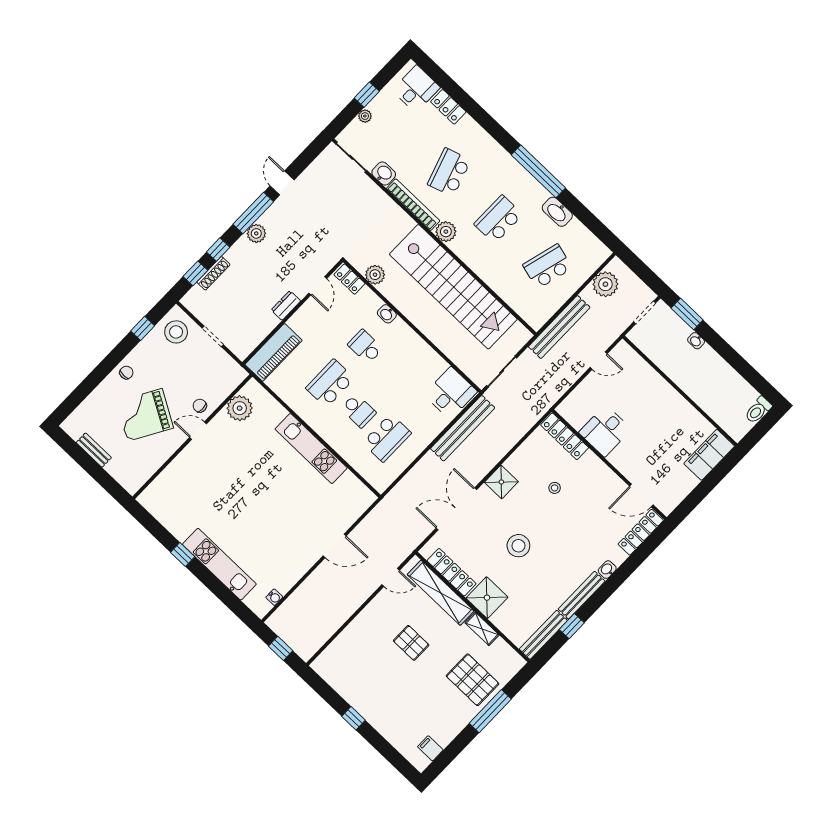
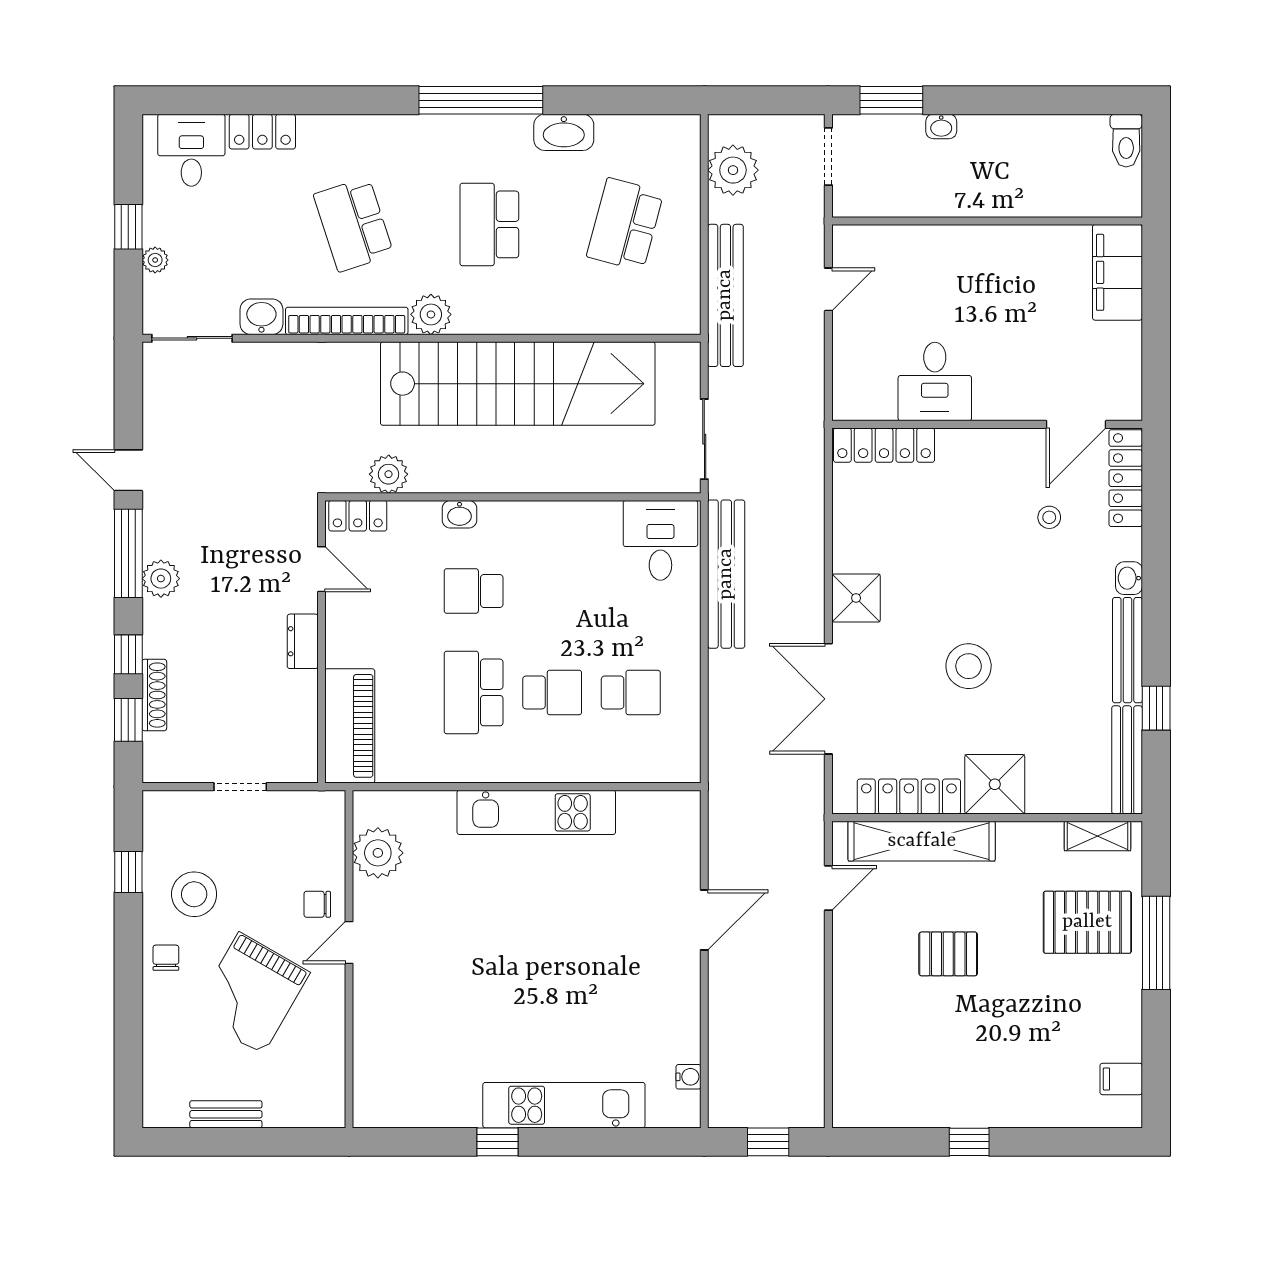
stool: (176, 332) -> (194, 894), moved
school desk: (387, 438) -> (631, 692), width x0.54
stool: (555, 488) -> (1049, 517), moved
shelving: (482, 629) -> (1097, 836), moved

